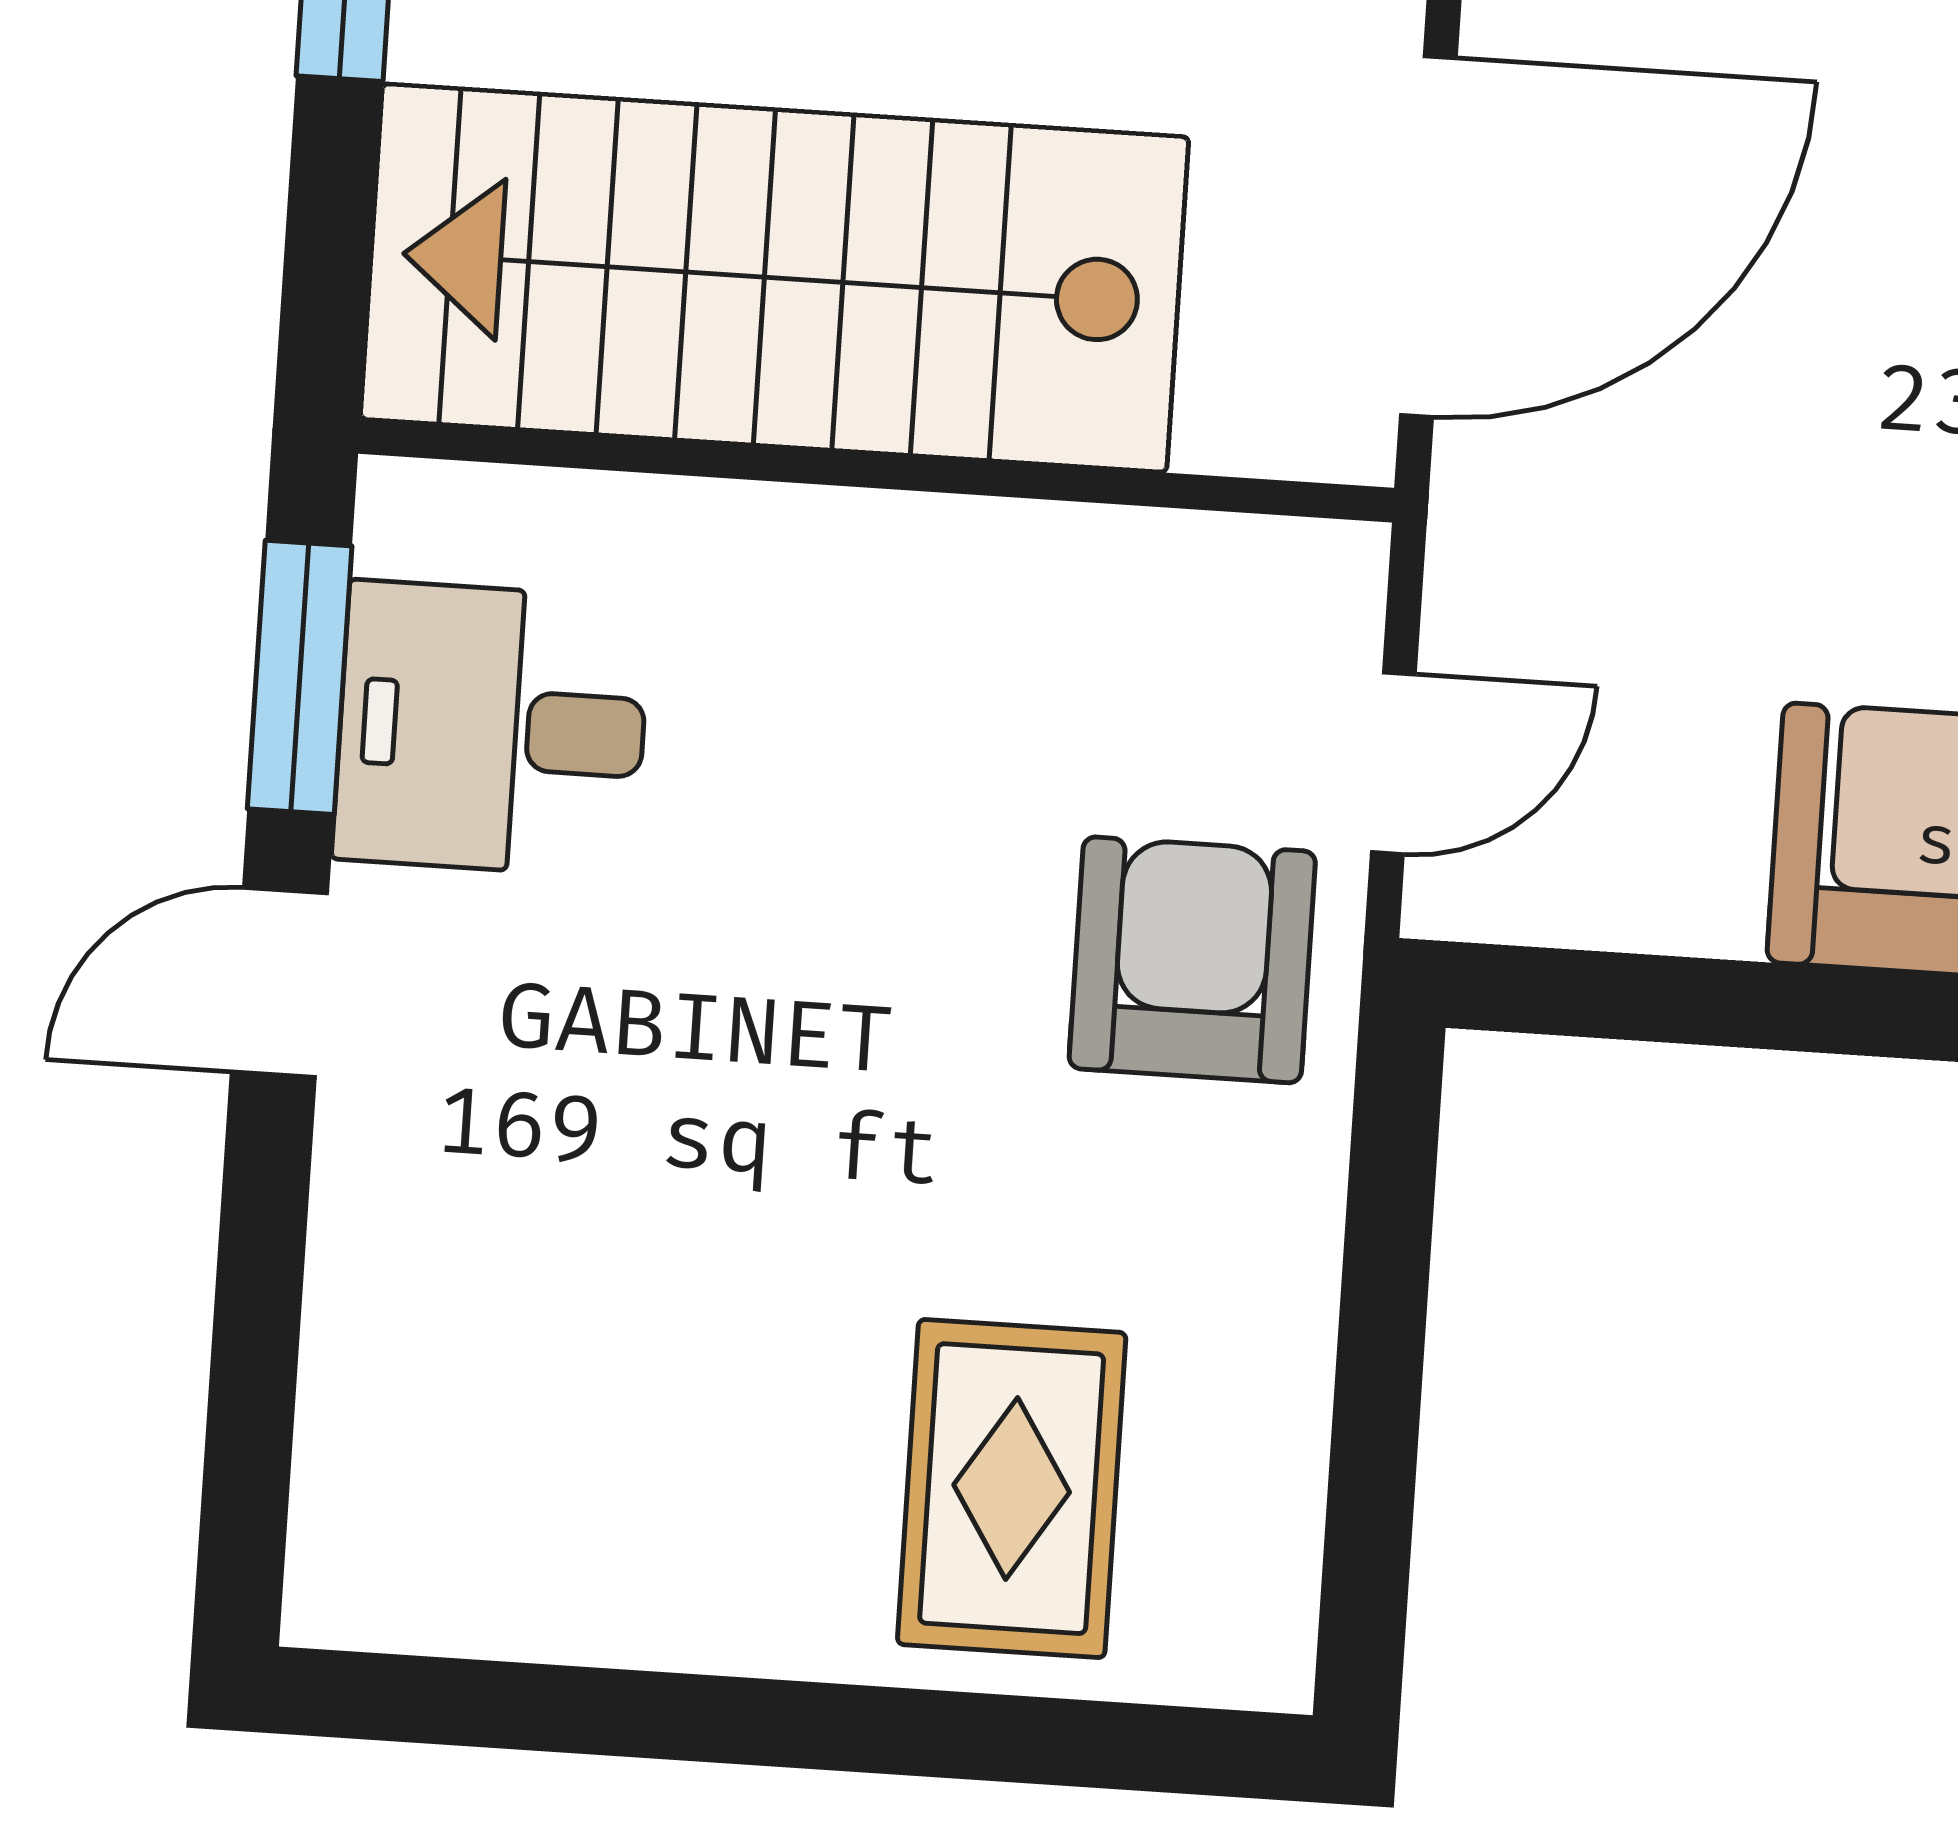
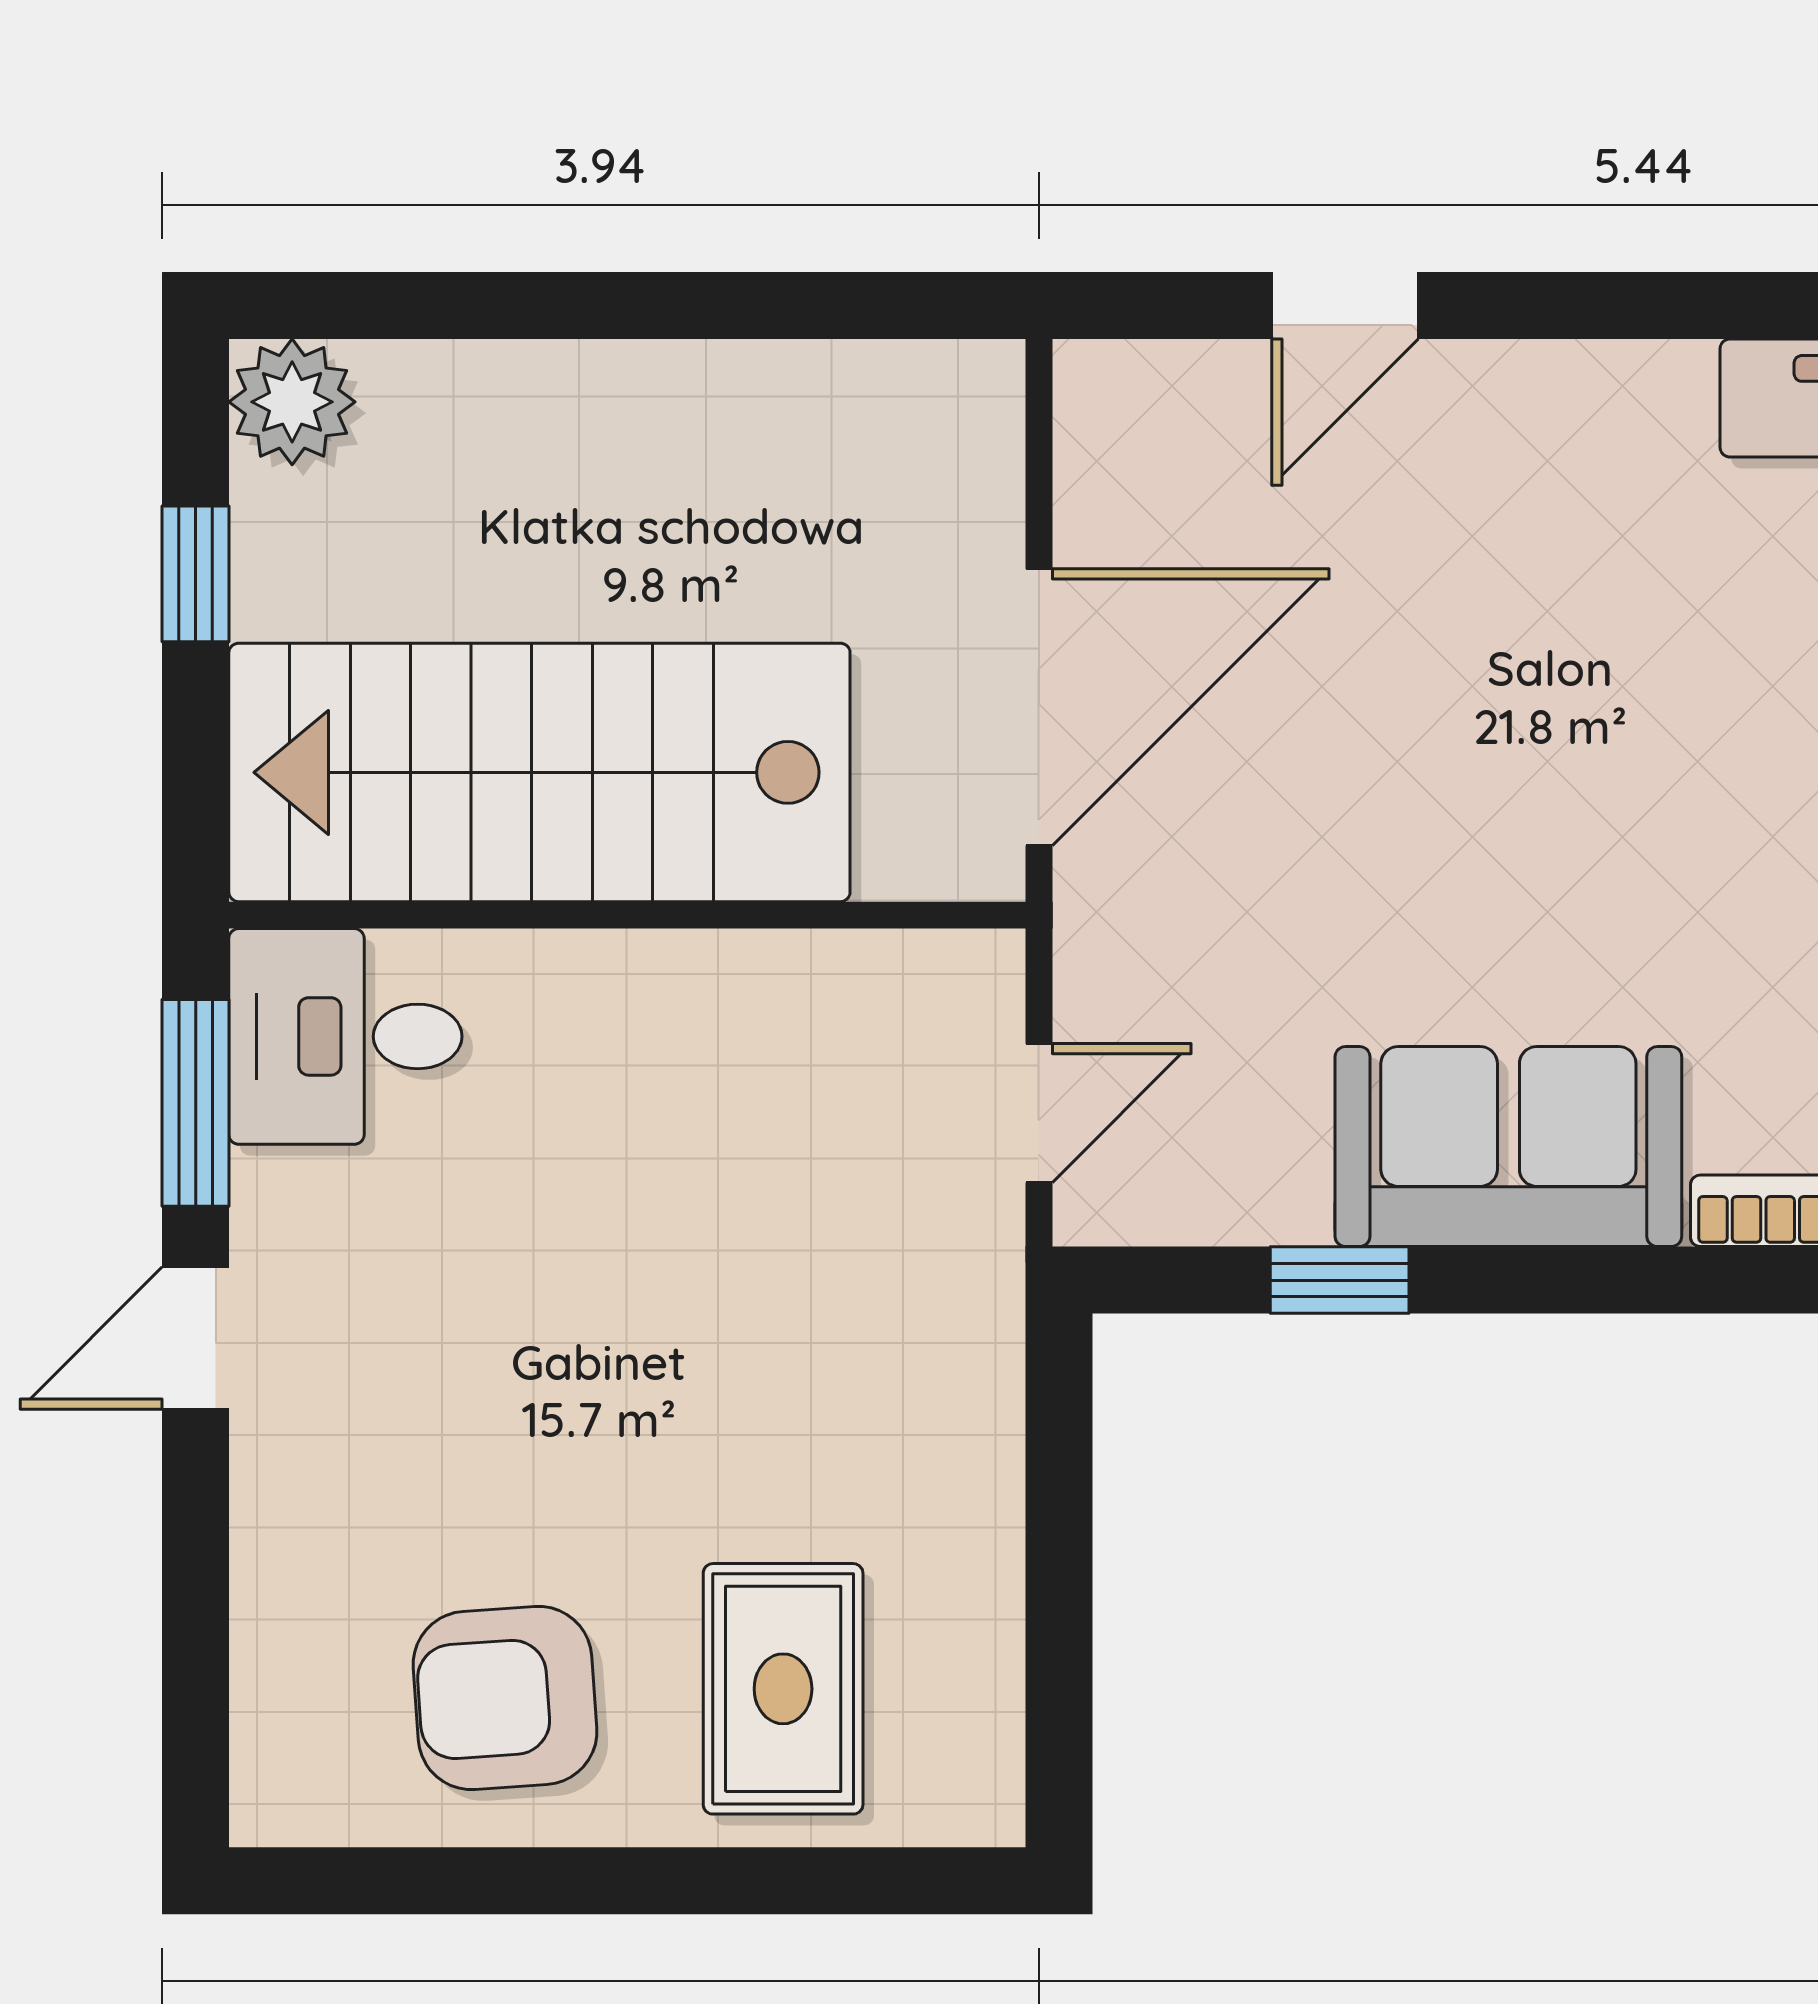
desk: (492, 729) -> (345, 1036), moved
armchair: (1192, 960) -> (505, 1698), moved, turned -94
window: (1769, 1006) -> (1340, 1280), added

